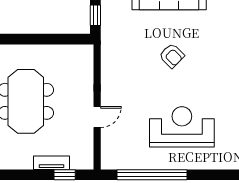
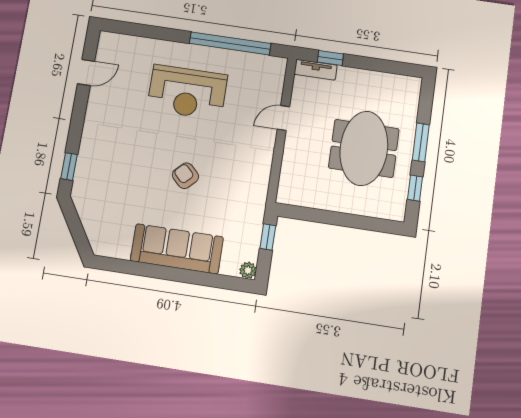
tv unit: (52, 163) -> (316, 70), moved

